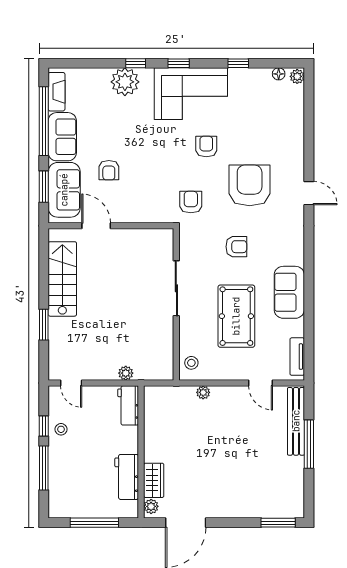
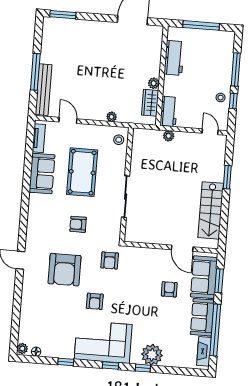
sofa: (289, 292) -> (42, 174), moved
wardrobe: (154, 480) -> (150, 103), moved
plant: (151, 506) -> (154, 83), moved

